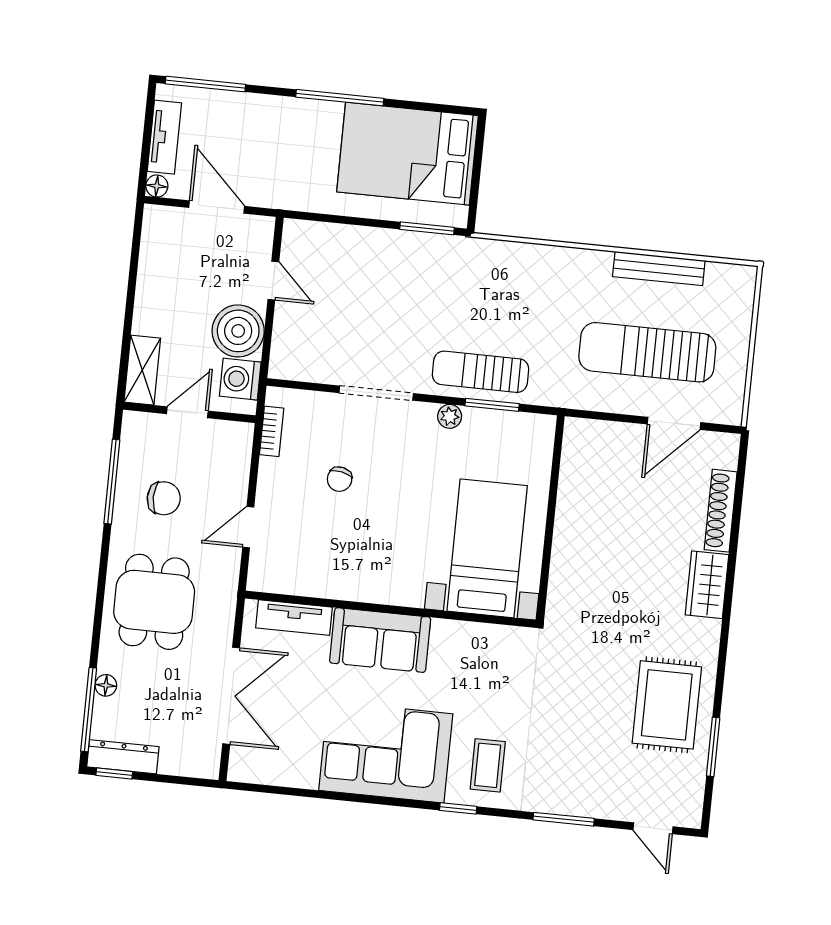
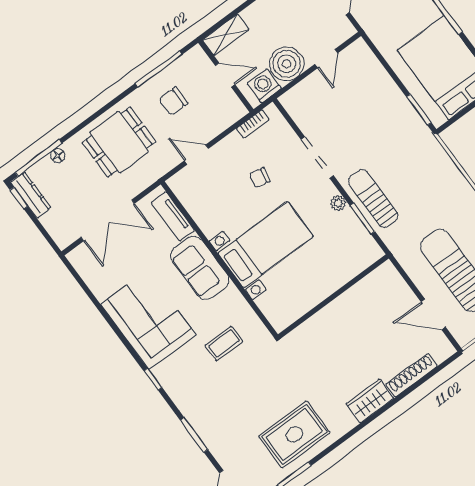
chair: (164, 498) -> (173, 101), turned 90
bed with nightstands: (487, 548) -> (266, 245), moved
coffee table: (488, 765) -> (224, 343), moved

